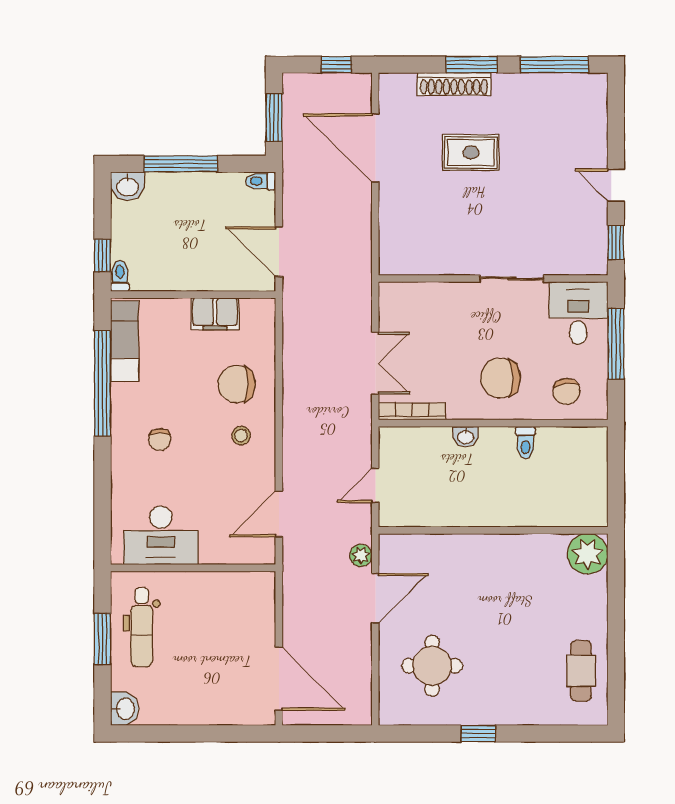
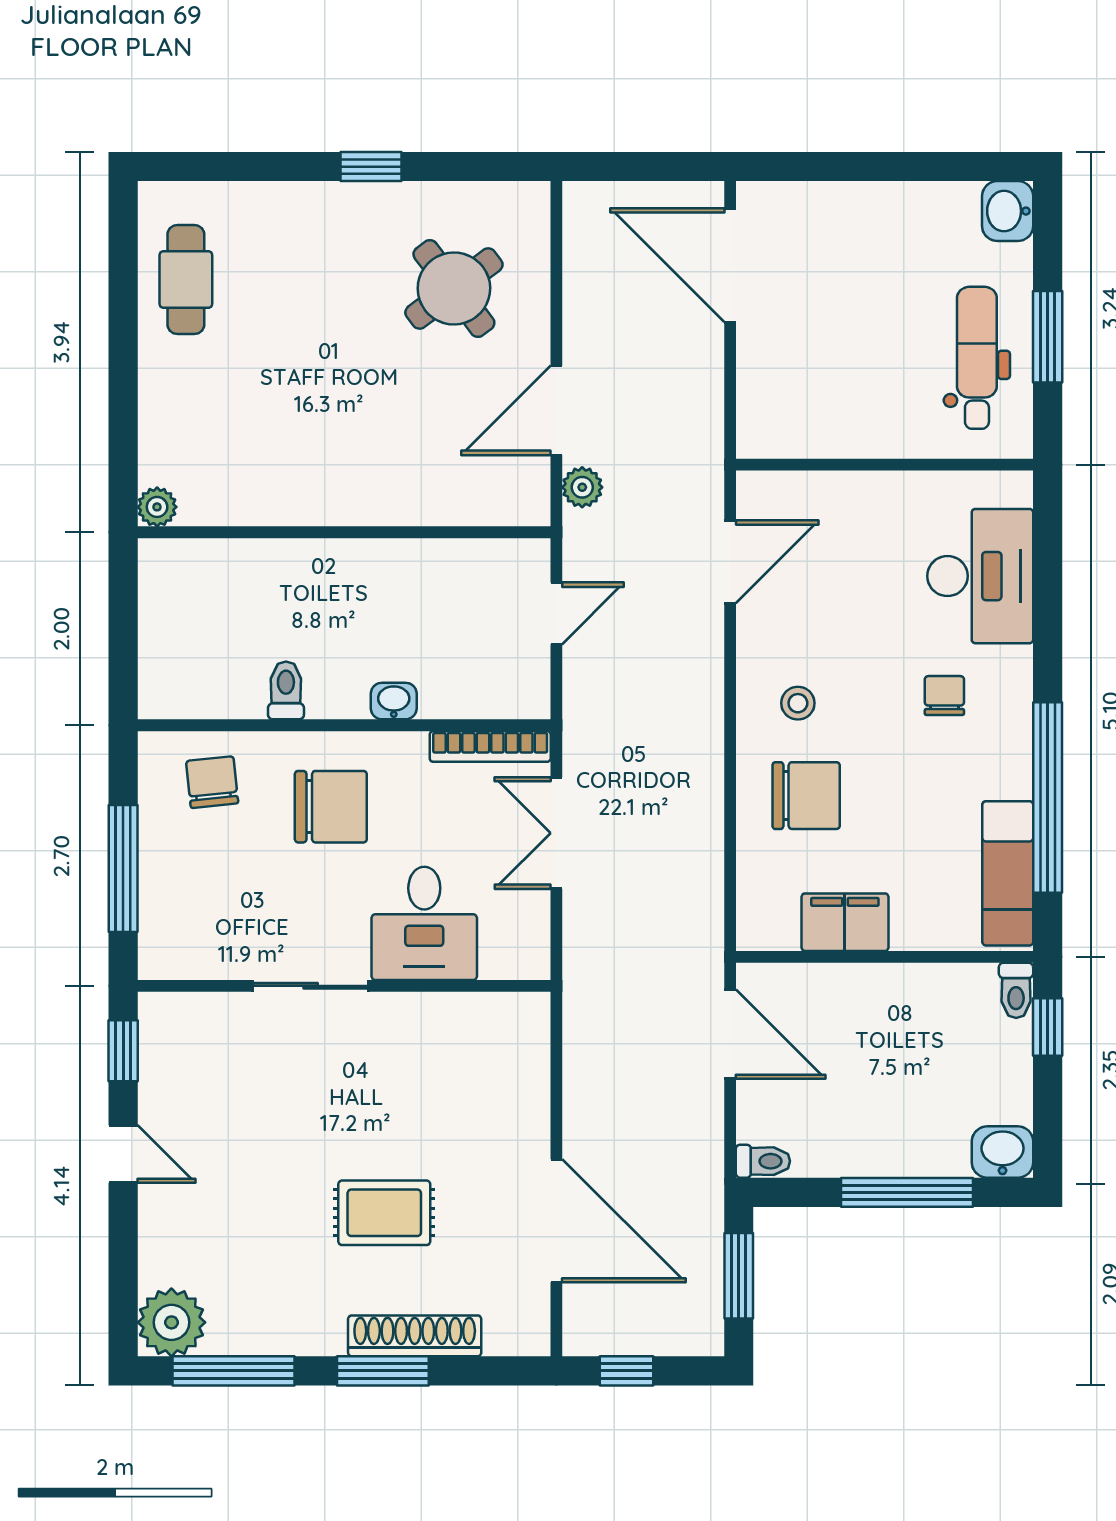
plant: (589, 92) -> (171, 1322), added
desk: (578, 313) -> (424, 923), moved
desk: (161, 535) -> (980, 576), moved, turned 90
plant: (588, 554) -> (157, 507), width x0.53, depth x0.53
round table: (432, 666) -> (454, 289), turned -37

